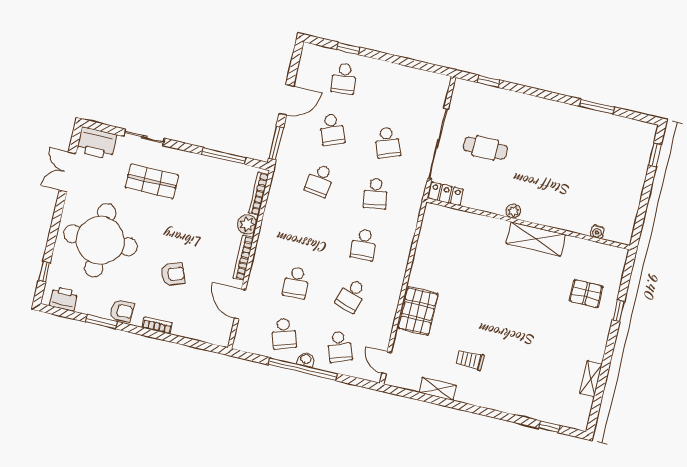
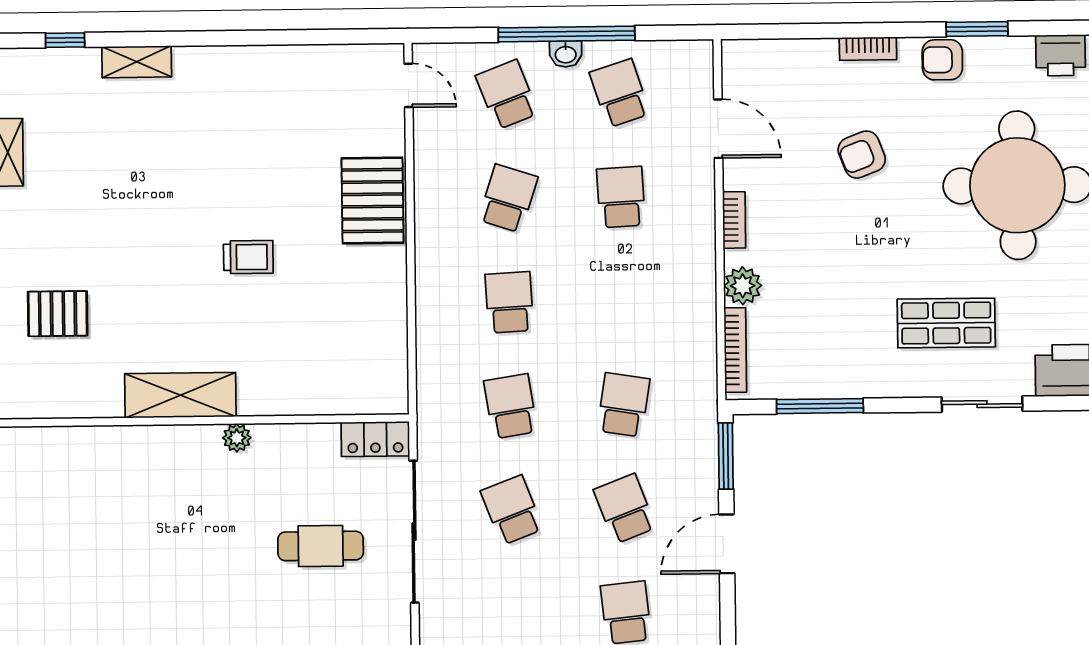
water cooler: (597, 232) -> (65, 438), removed
bookcase: (243, 258) -> (734, 220), width x0.64
trolley: (470, 360) -> (248, 257), moved
shelving: (438, 389) -> (137, 62), moved

